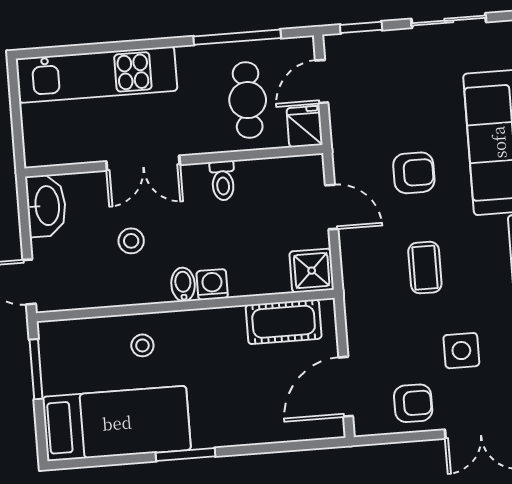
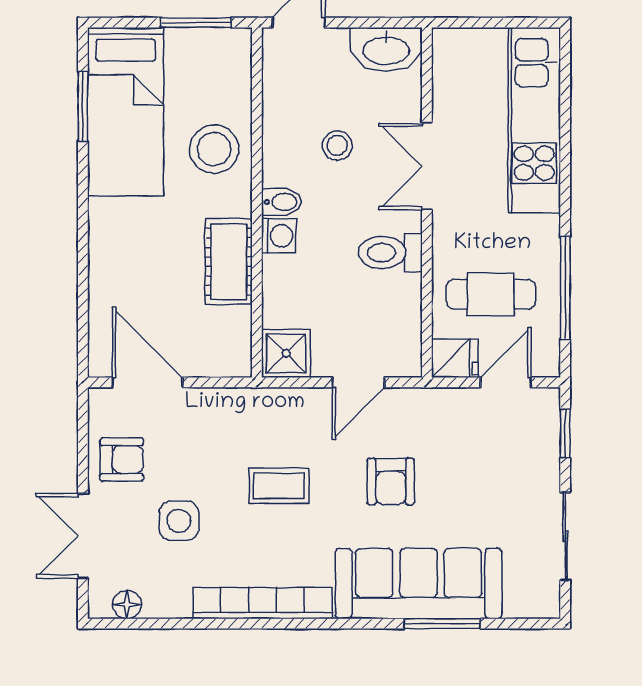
door: (322, 81) -> (506, 382), hinge flipped
toilet: (223, 181) -> (390, 253), width x1.37, depth x1.39
cot: (284, 322) -> (229, 262), moved
stool: (142, 345) -> (214, 149), width x1.89, depth x1.89
armchair: (413, 403) -> (122, 460), turned -90
window: (185, 454) -> (83, 107), moved

